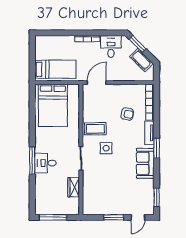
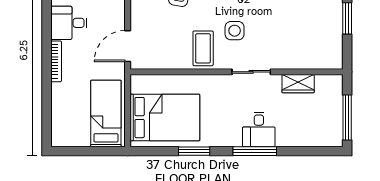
door: (97, 83) -> (128, 46), hinge flipped
window: (32, 123) -> (194, 151), added

